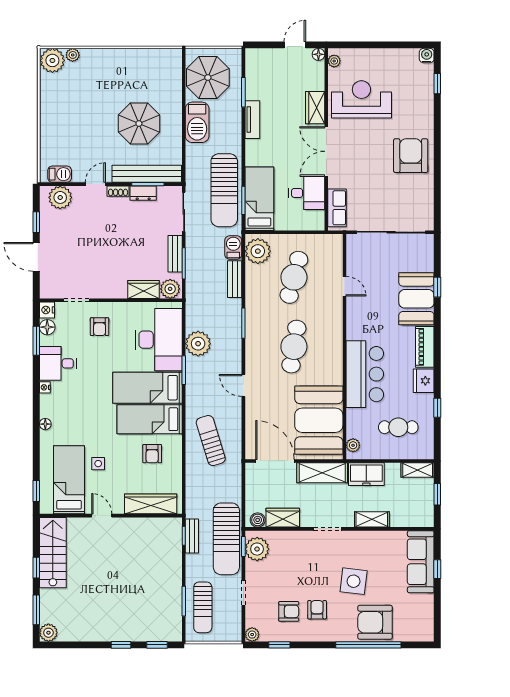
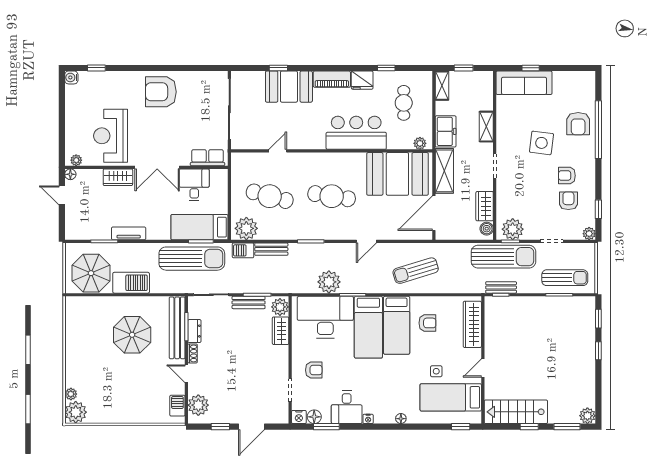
armchair: (375, 622) -> (578, 124), width x0.73, depth x0.73

